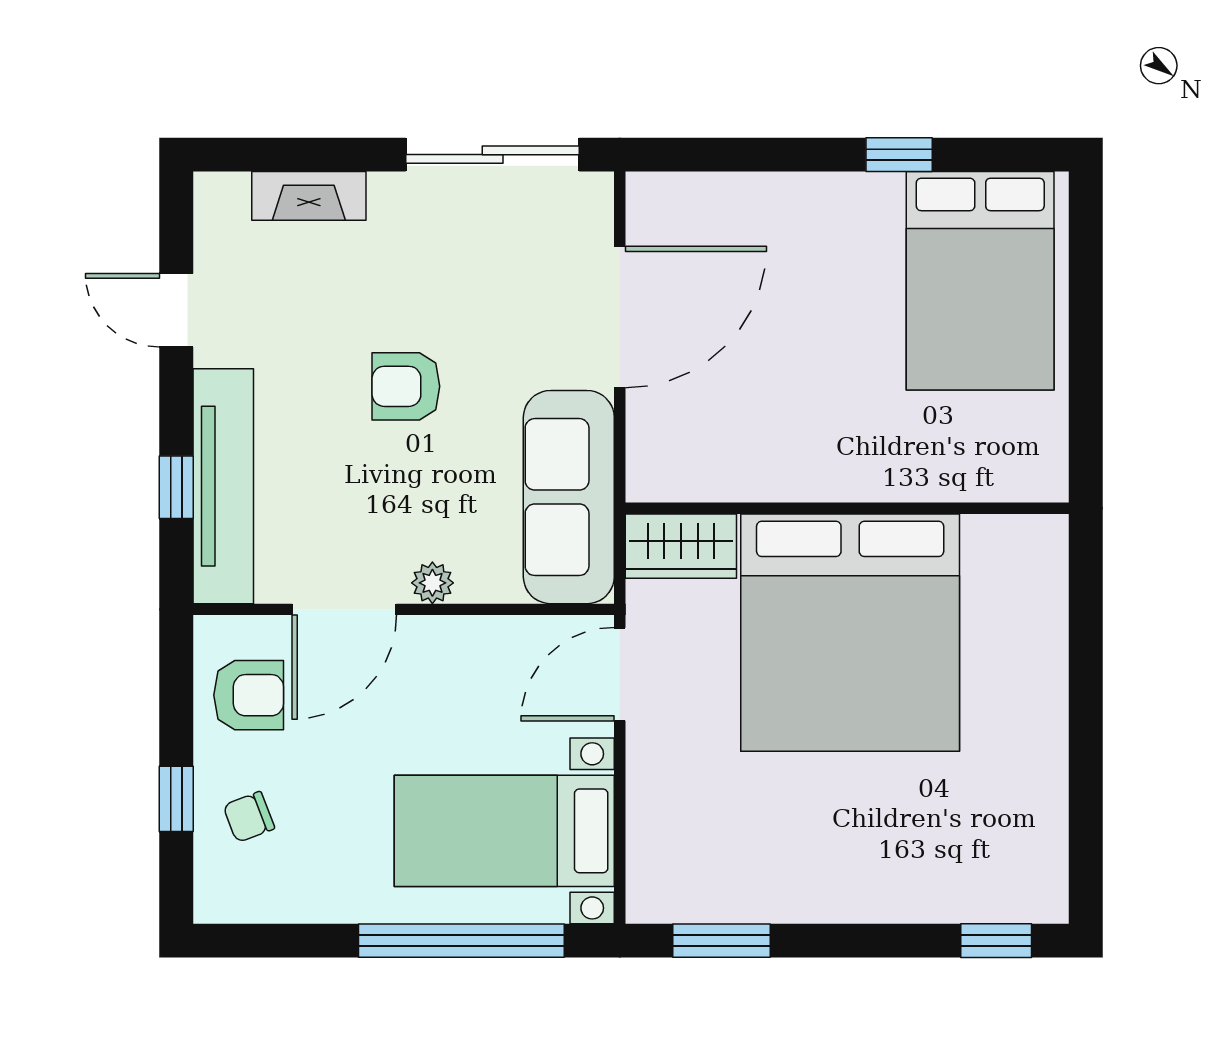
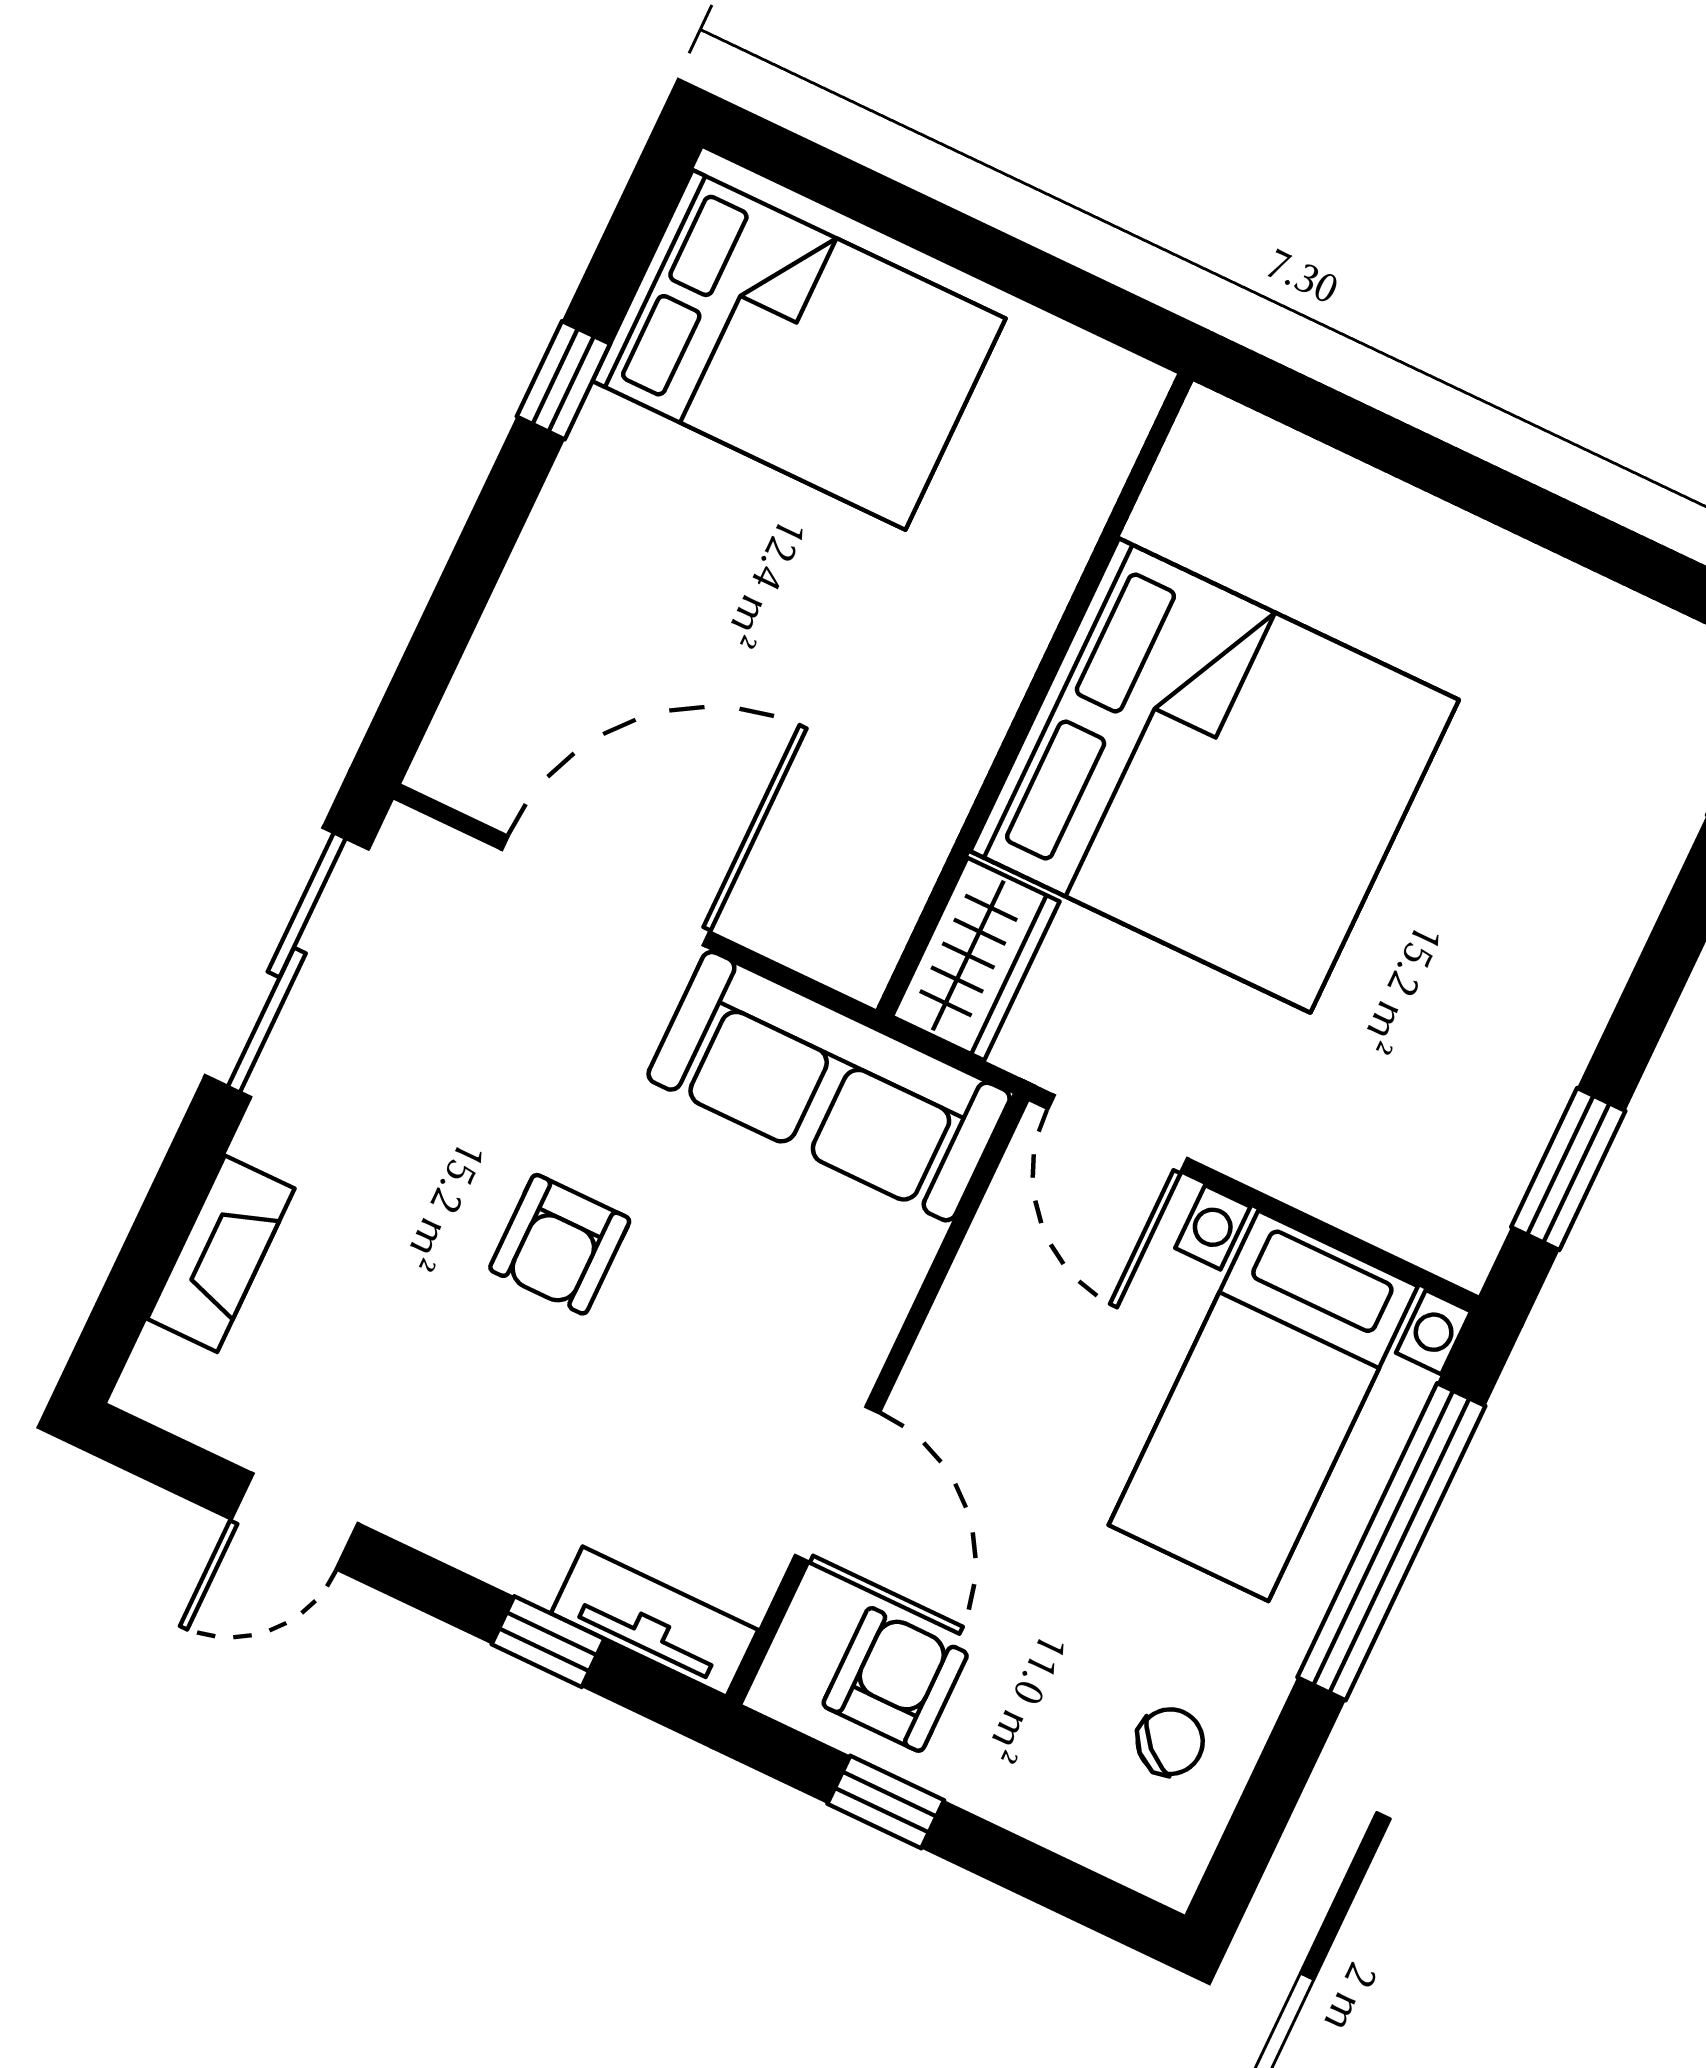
door: (620, 317) -> (606, 891), hinge flipped
tv unit: (223, 486) -> (655, 1622), width x0.52, depth x0.78
plant: (432, 583) -> (859, 1340), removed
window: (176, 799) -> (886, 1802), moved
chair: (249, 817) -> (1170, 1742), moved, turned -115

